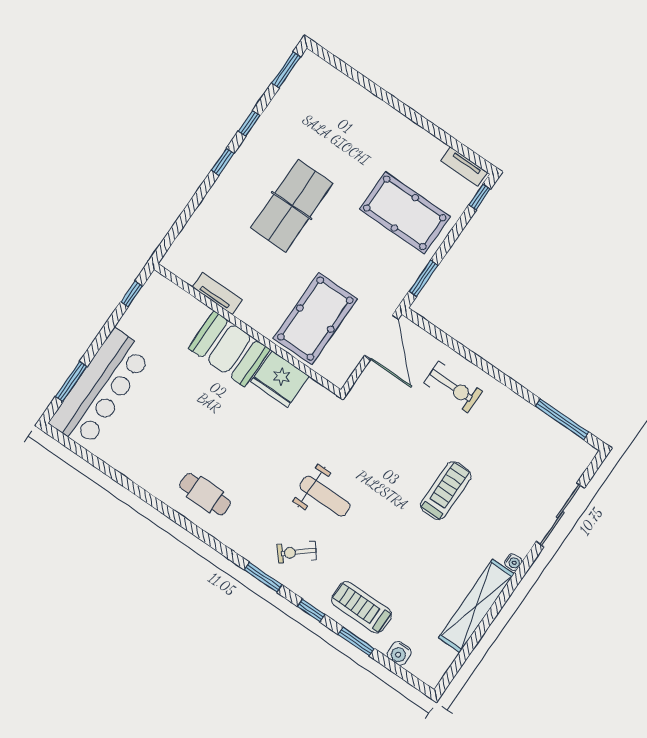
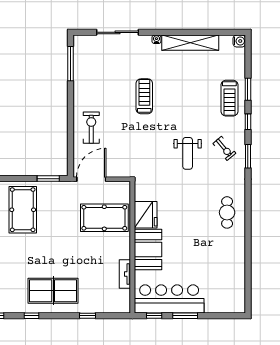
window: (223, 162) -> (87, 316), moved
table tennis table: (292, 206) -> (53, 291), moved
window: (71, 381) -> (185, 316), moved
bar counter: (101, 389) -> (169, 299), moved
treadmill: (446, 491) -> (144, 96), turned 90
weight bench: (325, 496) -> (188, 153), turned 180
water cooler: (399, 653) -> (239, 41), moved

